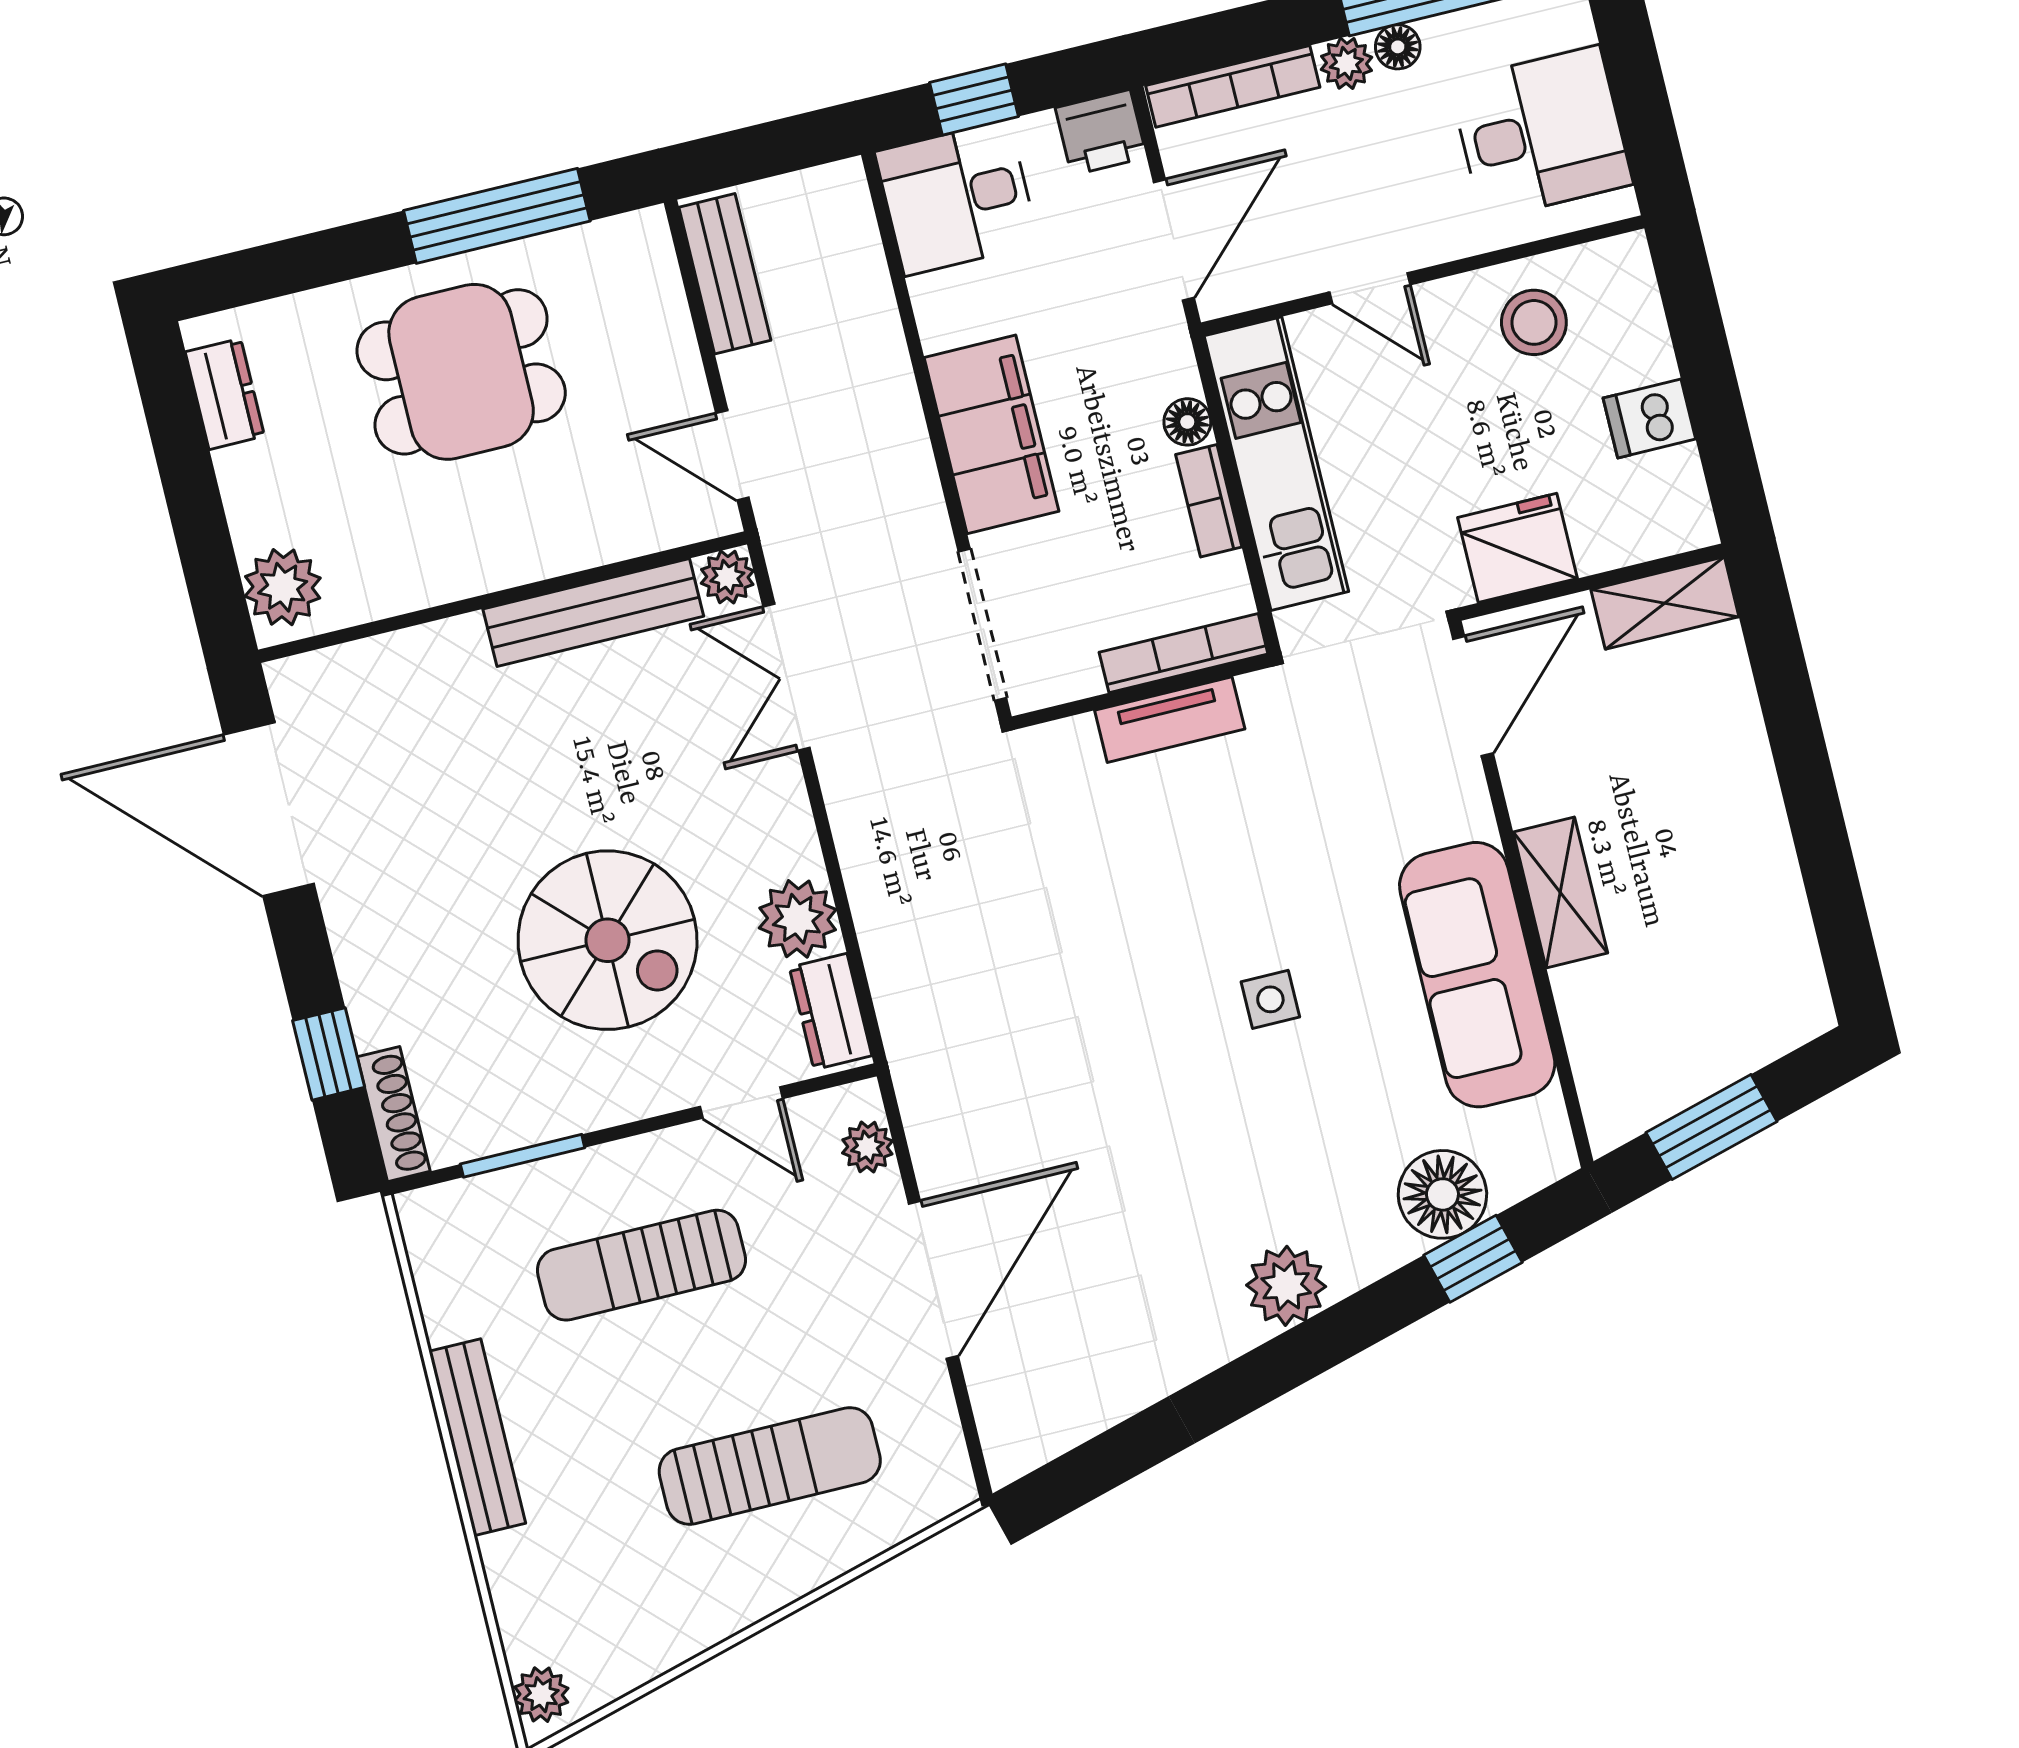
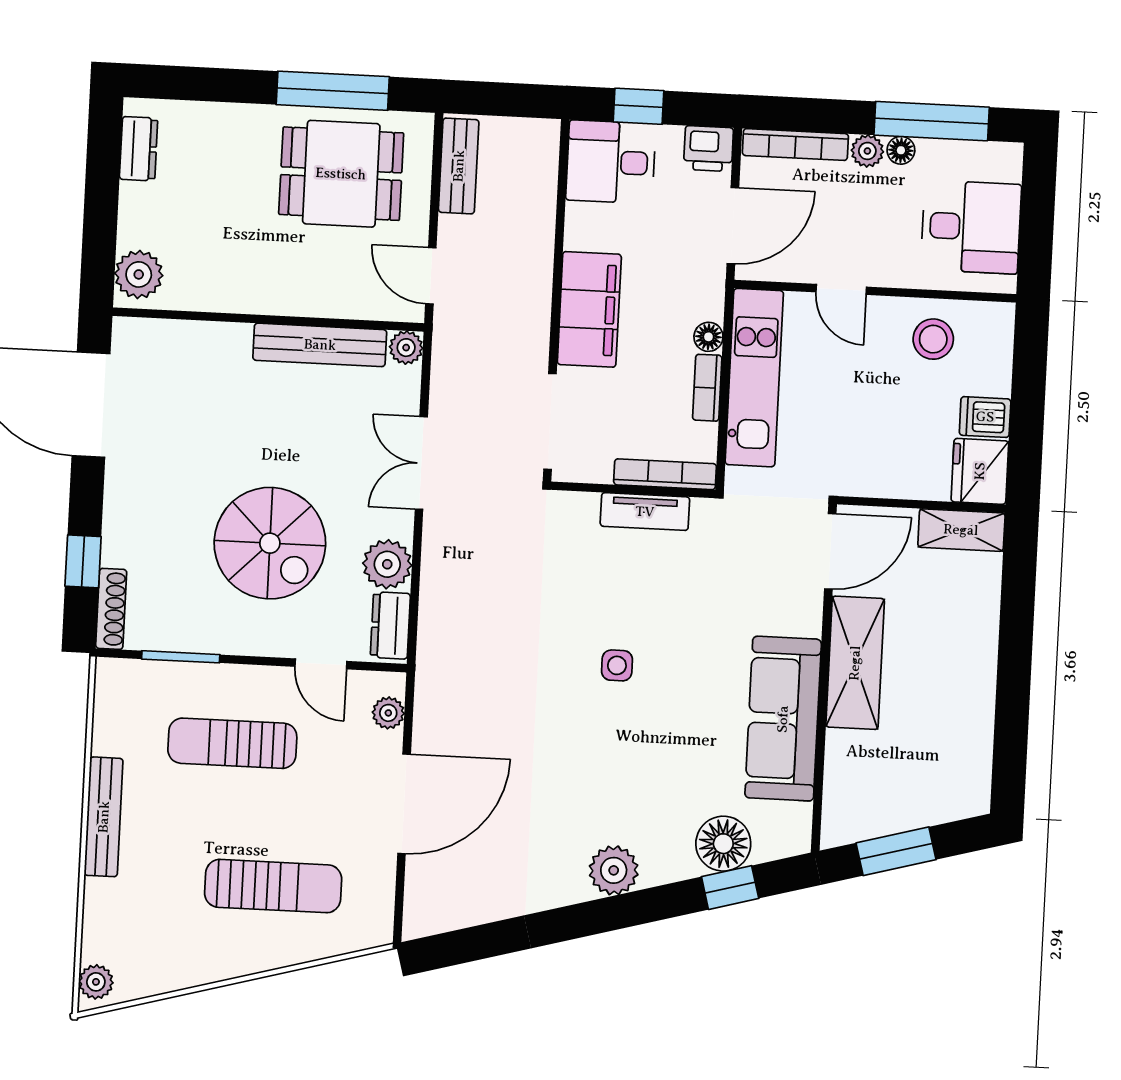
dining table: (461, 372) -> (341, 174), moved
fridge: (1518, 548) -> (980, 471), moved, turned -90
double door: (786, 677) -> (421, 463), moved
shelving: (1560, 892) -> (855, 663), width x1.50, depth x1.33
side table: (1270, 999) -> (617, 665), moved

